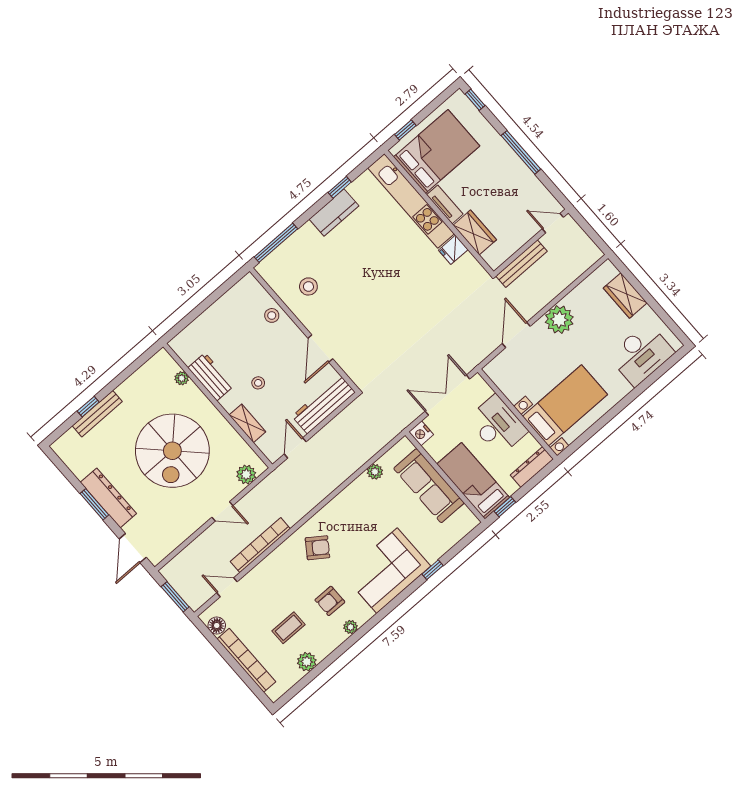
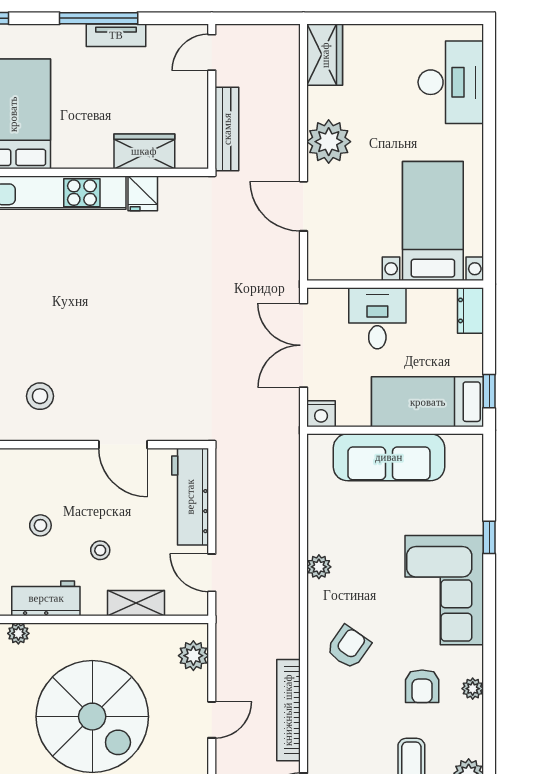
tv unit: (445, 204) -> (116, 35), moved, turned 180
wardrobe: (625, 295) -> (325, 55), moved, turned -90
stool: (272, 315) -> (40, 525), moved
desk: (497, 425) -> (377, 318), width x0.73
dresser: (532, 467) -> (471, 310), width x0.70
plant: (375, 472) -> (319, 567), moved

